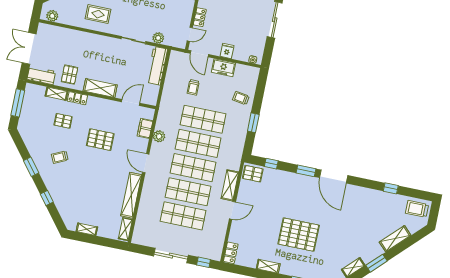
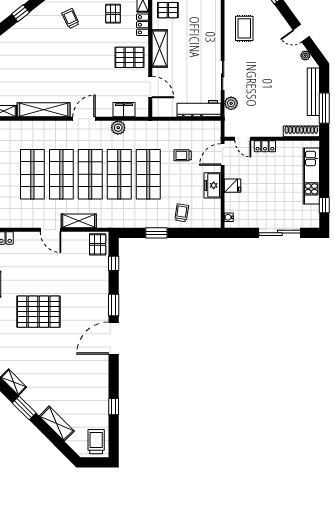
pallet: (100, 140) -> (129, 57), moved, turned 90
pallet: (299, 235) -> (38, 312), turned 90

